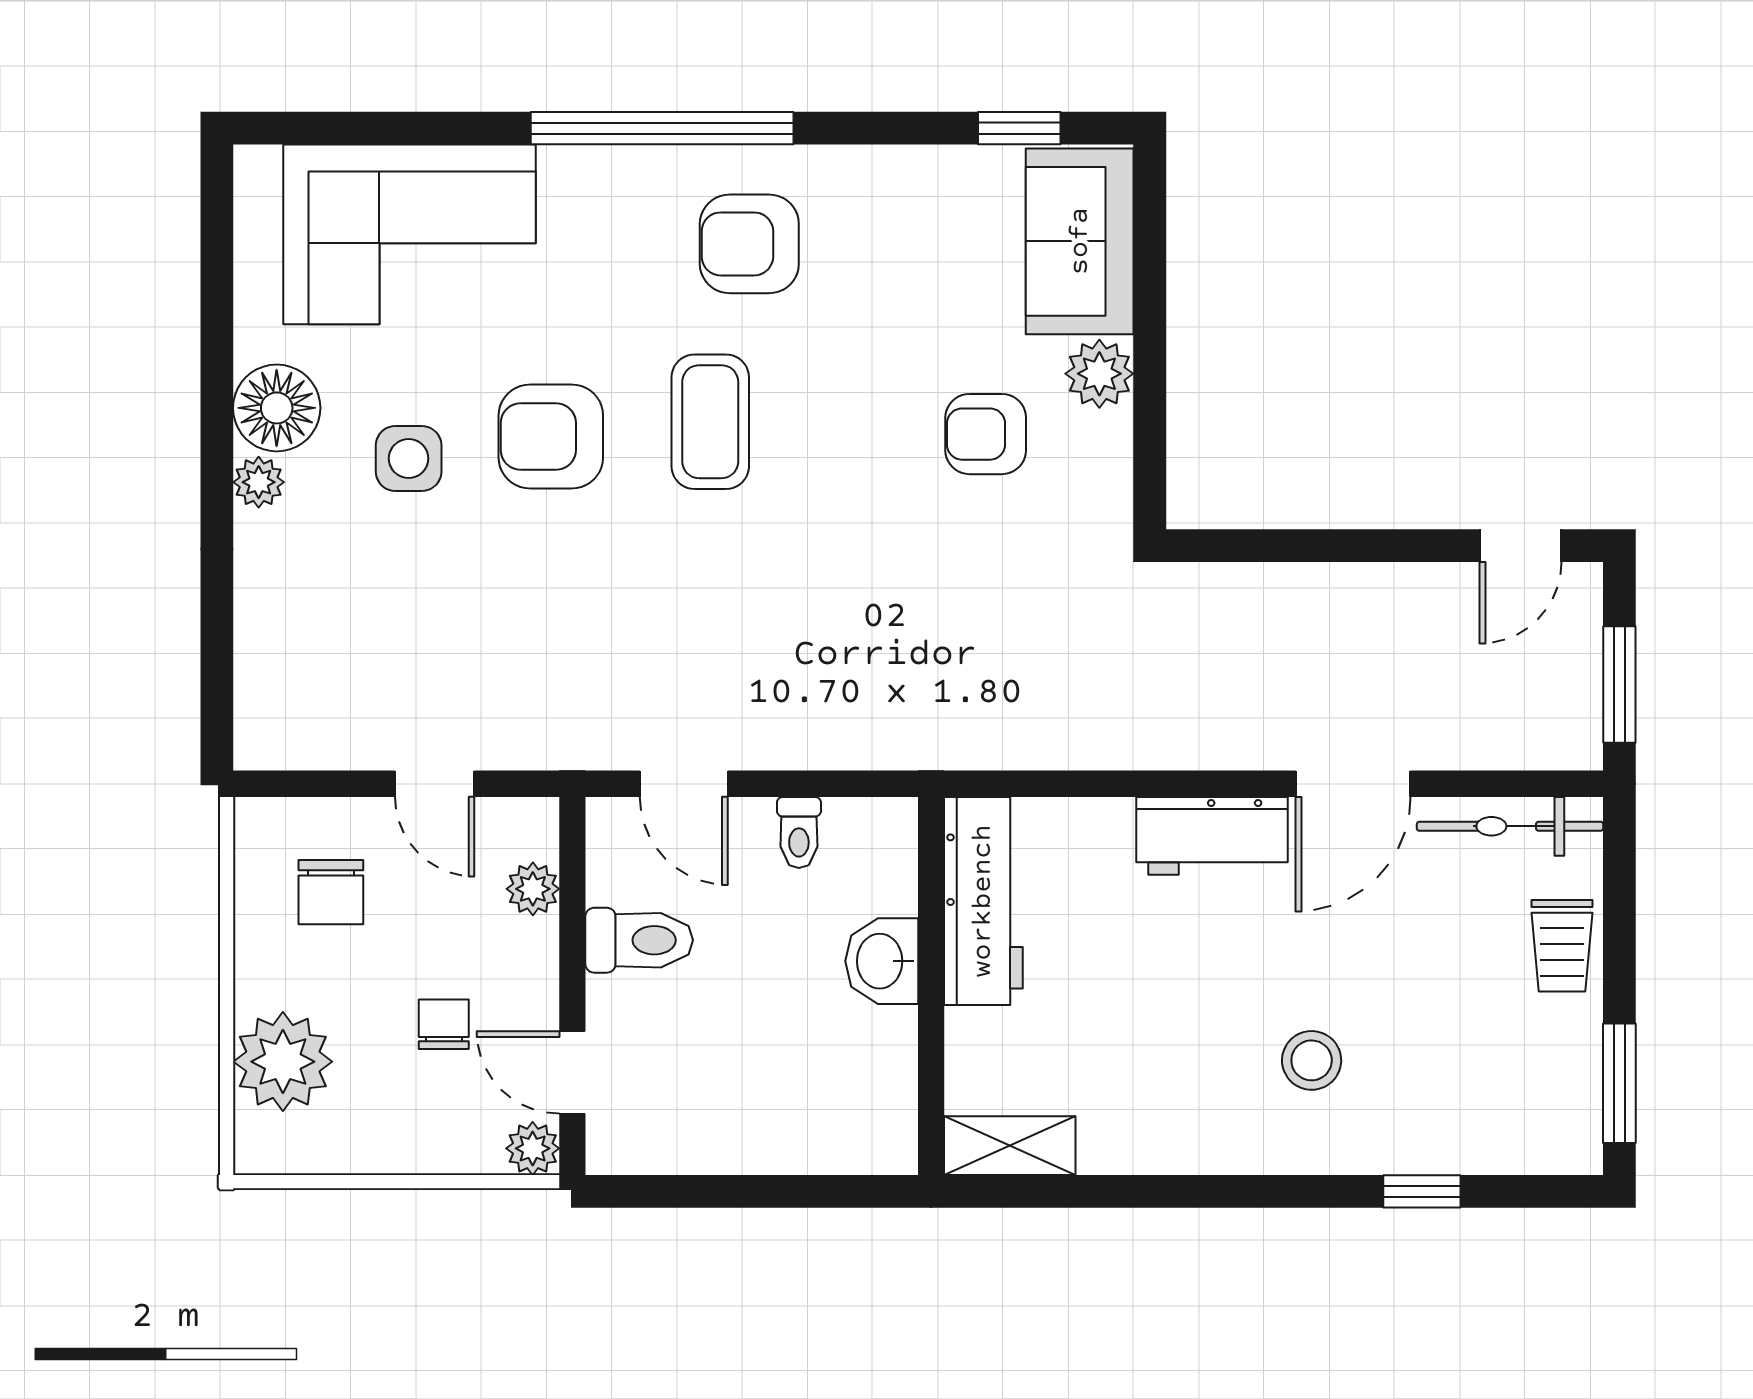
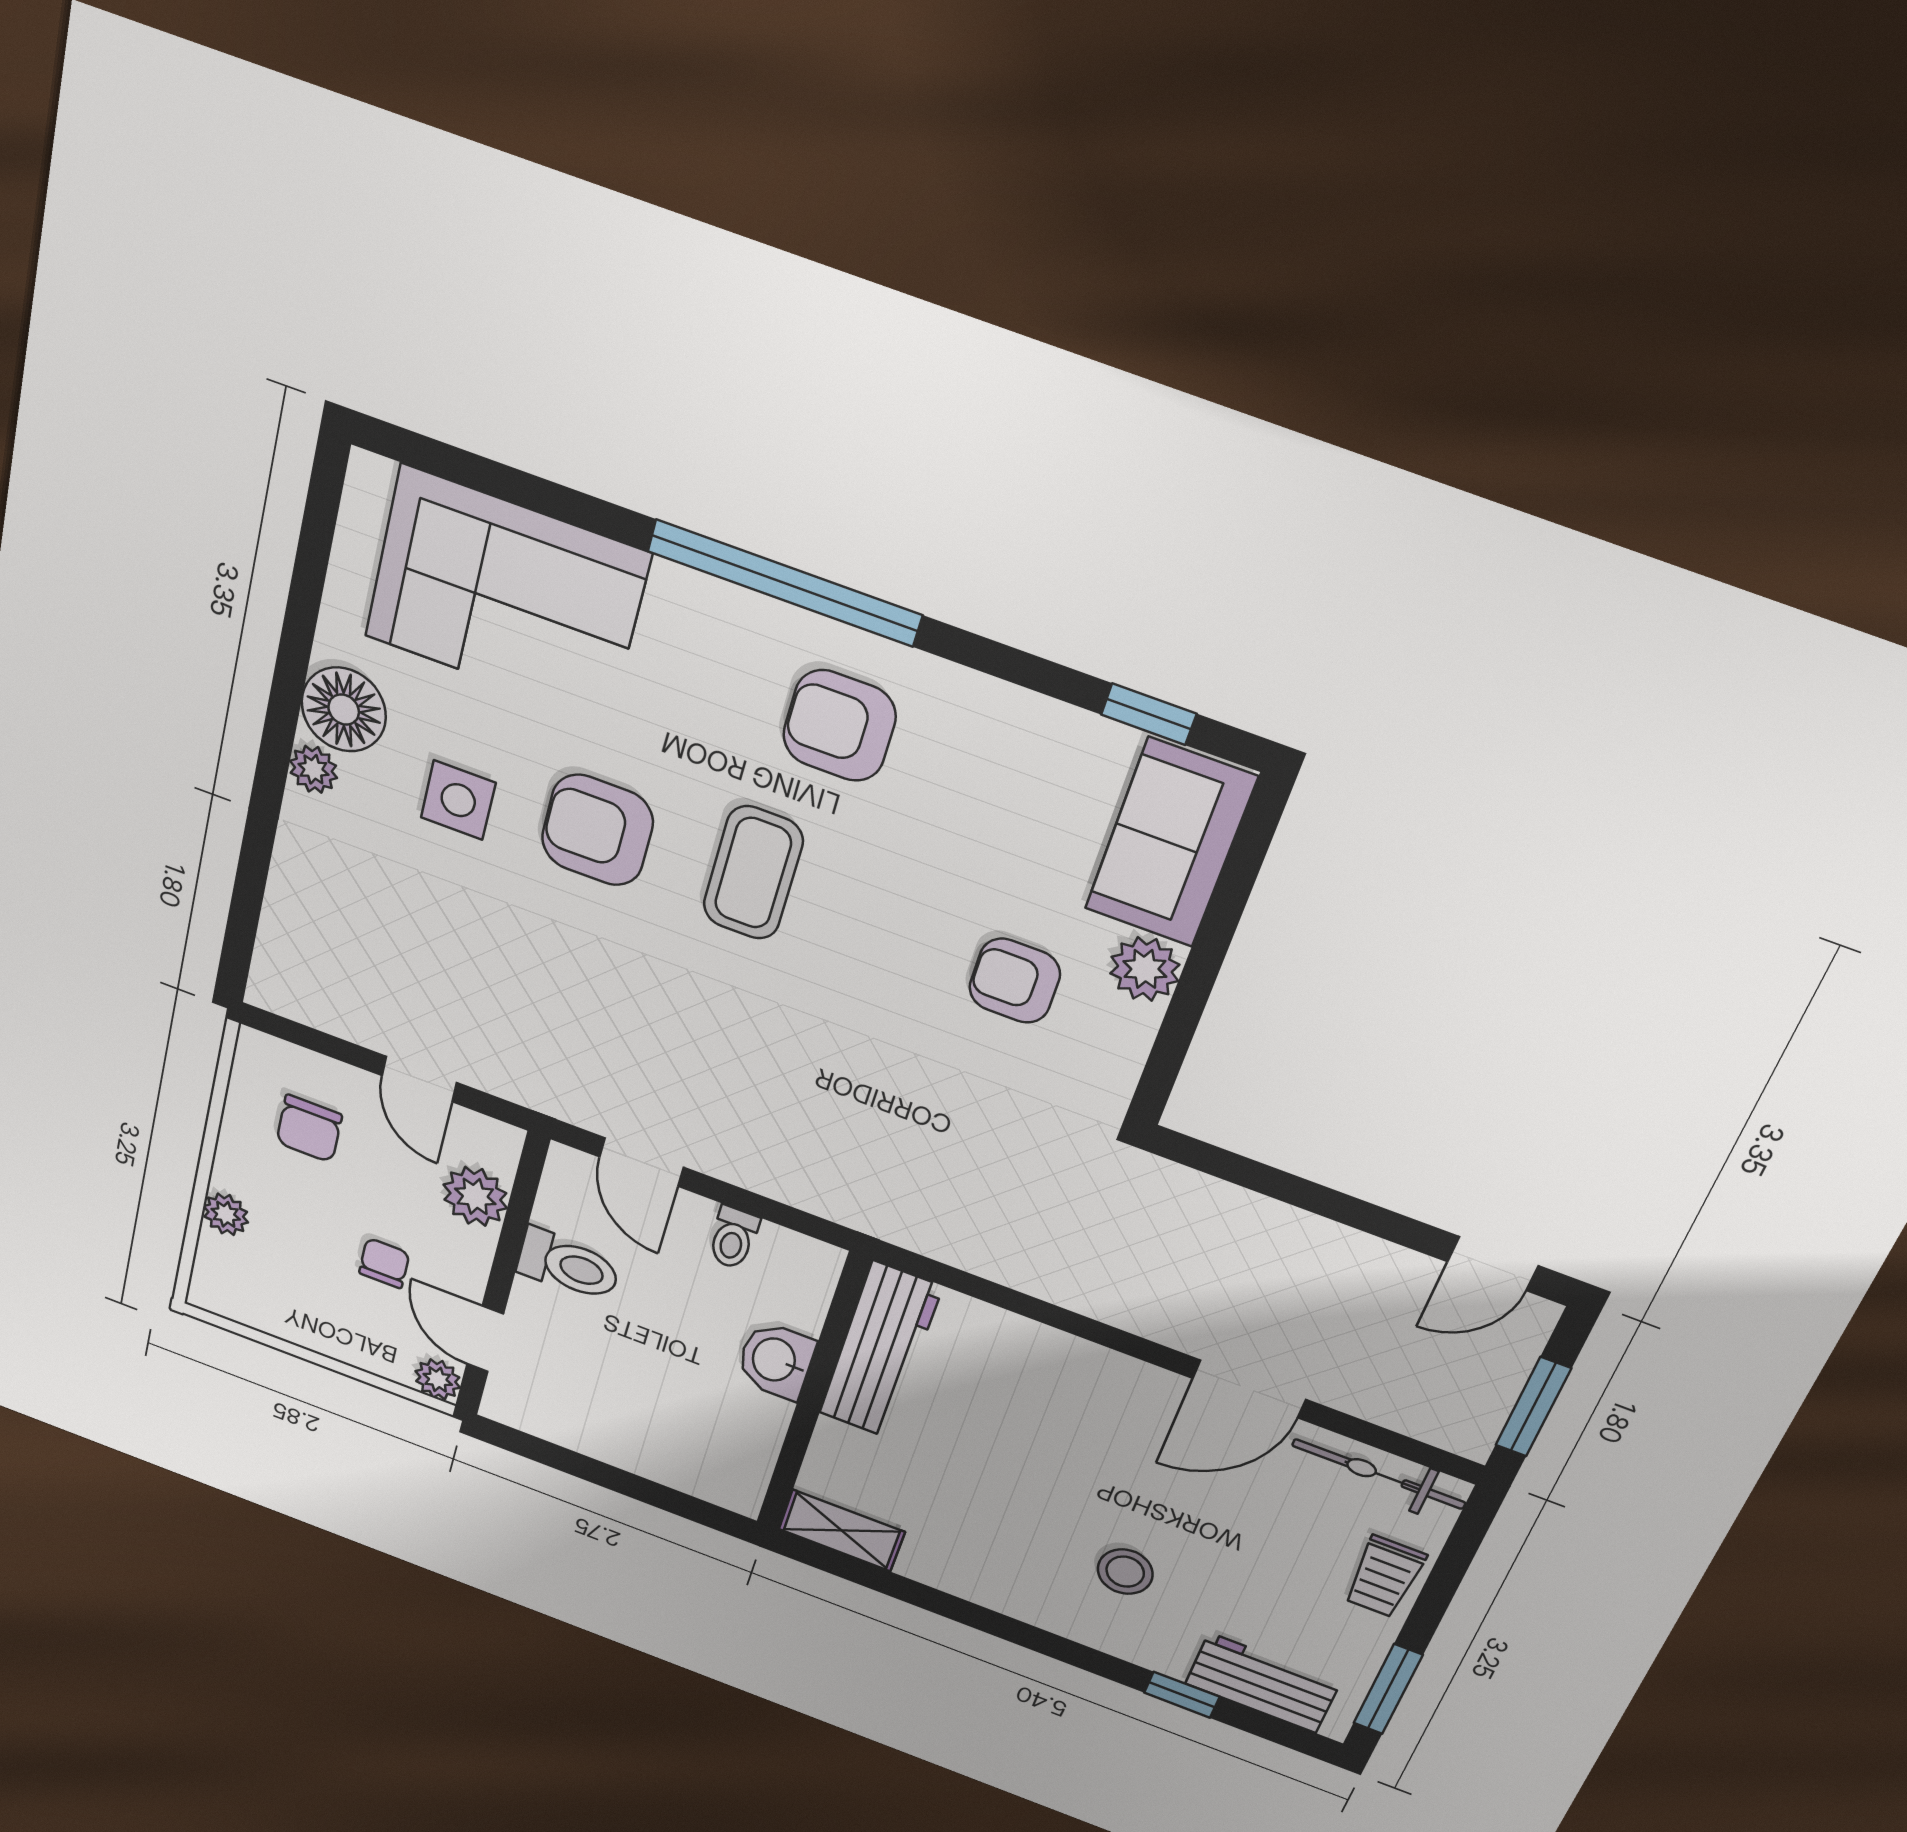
workbench: (1212, 836) -> (1263, 1683), moved, turned 180
plant: (533, 889) -> (475, 1196), width x1.38, depth x1.38
plant: (283, 1062) -> (226, 1214), width x0.53, depth x0.53

